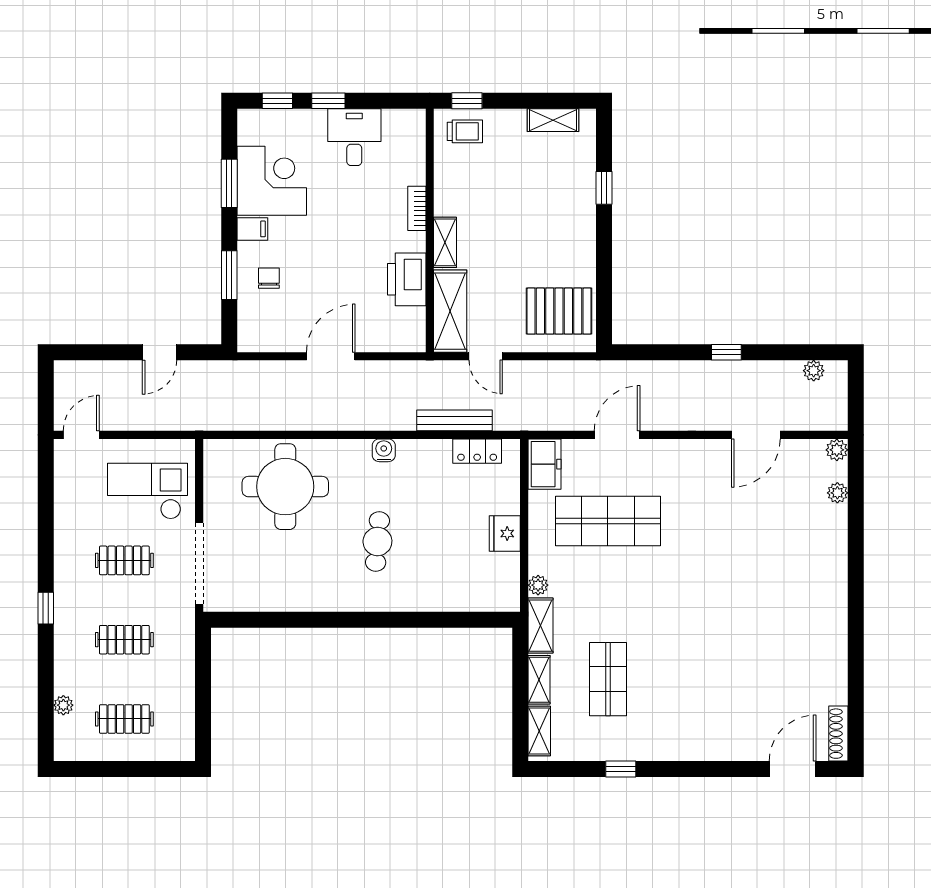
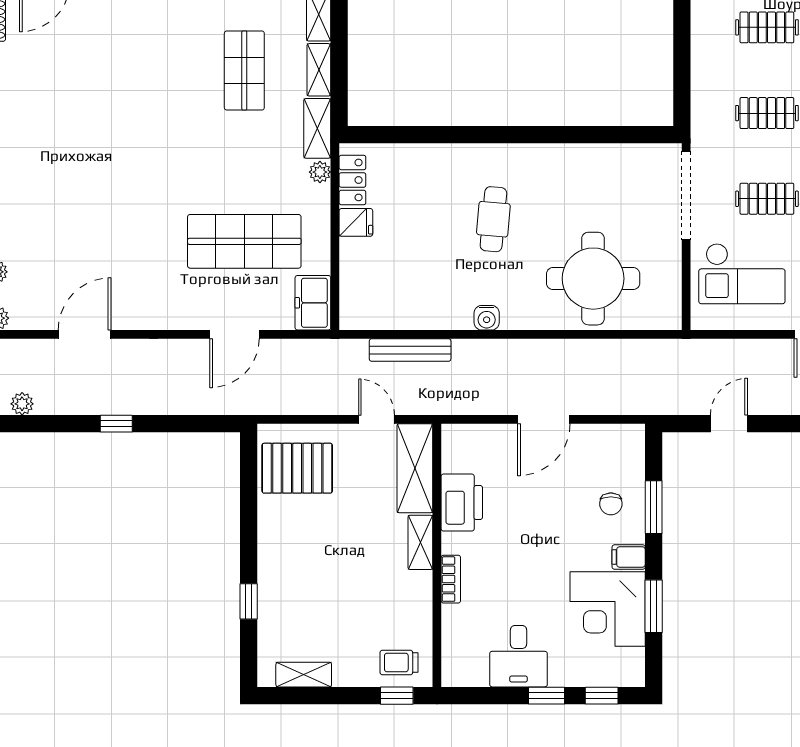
locker: (477, 451) -> (352, 180), moved, turned 90
fridge: (505, 533) -> (356, 222), width x0.72

